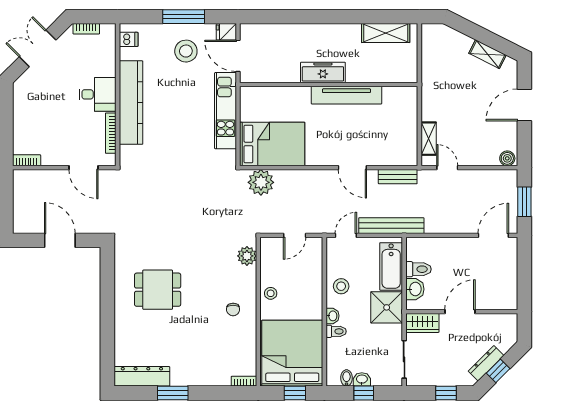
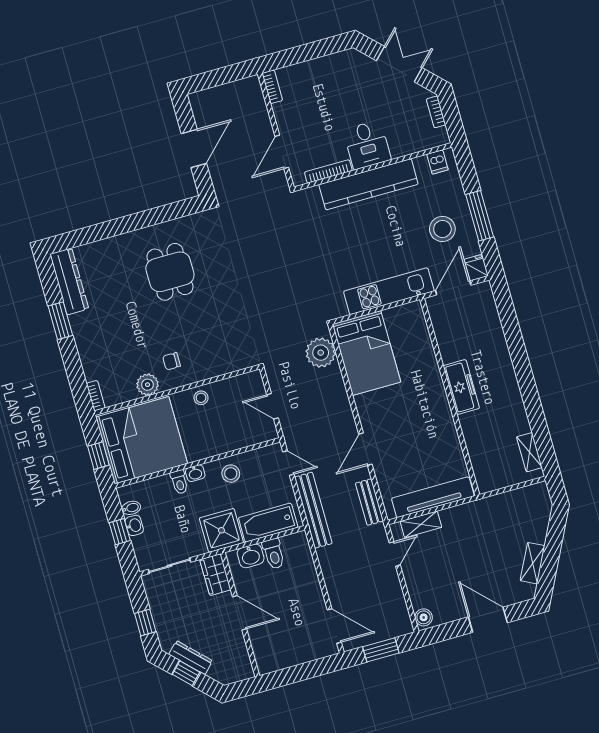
shelving: (386, 33) -> (529, 452), width x0.67, depth x0.75
tv unit: (346, 95) -> (433, 497), moved, turned 90
plant: (247, 256) -> (148, 385), moved

